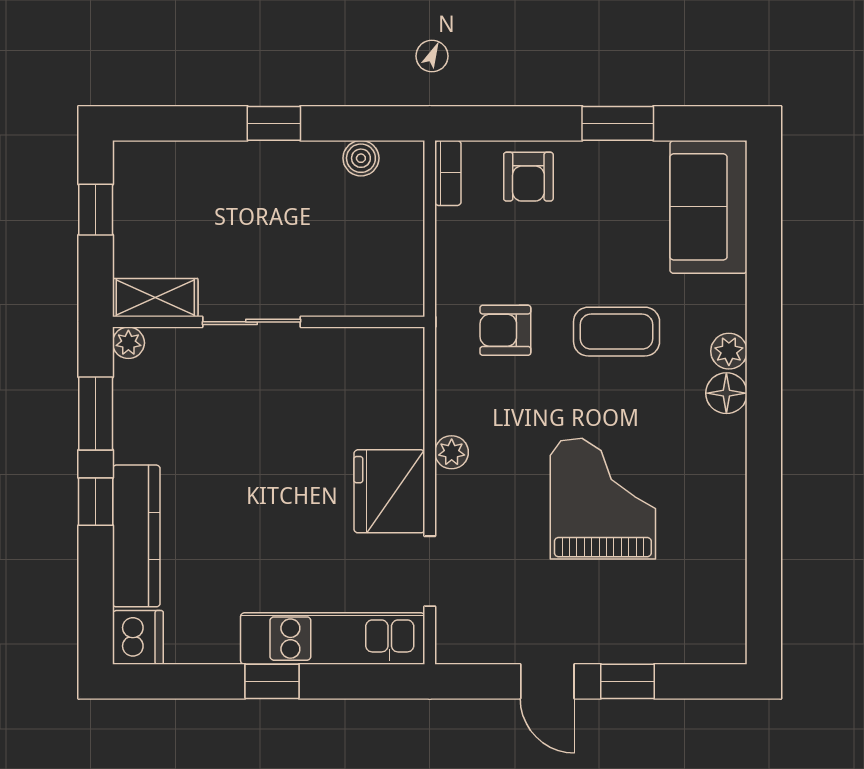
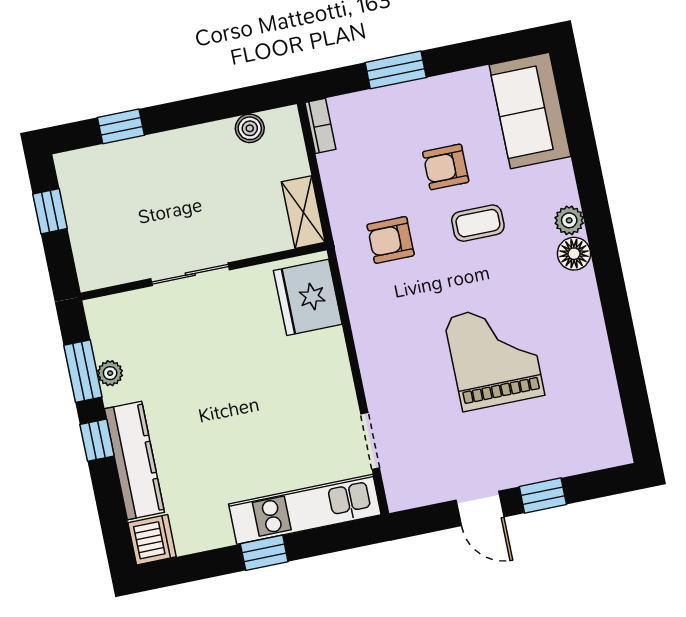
window: (274, 123) -> (121, 126), moved
window: (618, 123) -> (396, 70), moved
armchair: (528, 177) -> (446, 167), moved, turned 90
shelving: (155, 298) -> (303, 212), moved, turned 90
coffee table: (617, 332) -> (478, 223), width x0.73, depth x0.77
plant: (128, 343) -> (110, 373), moved
plant: (452, 452) -> (368, 344), removed
fridge: (389, 491) -> (308, 297), moved

